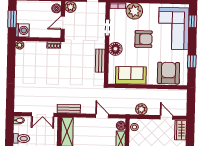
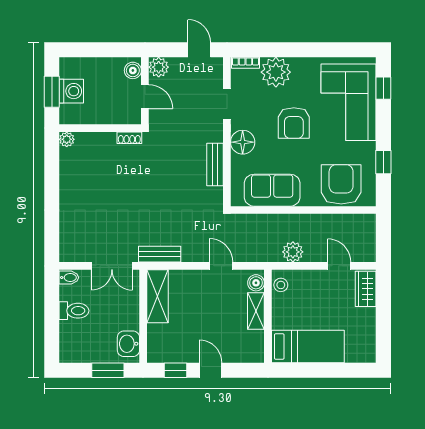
door: (63, 23) -> (145, 97), swing flipped
washing machine: (22, 30) -> (71, 91), moved
armchair: (143, 39) -> (294, 123), turned 90

